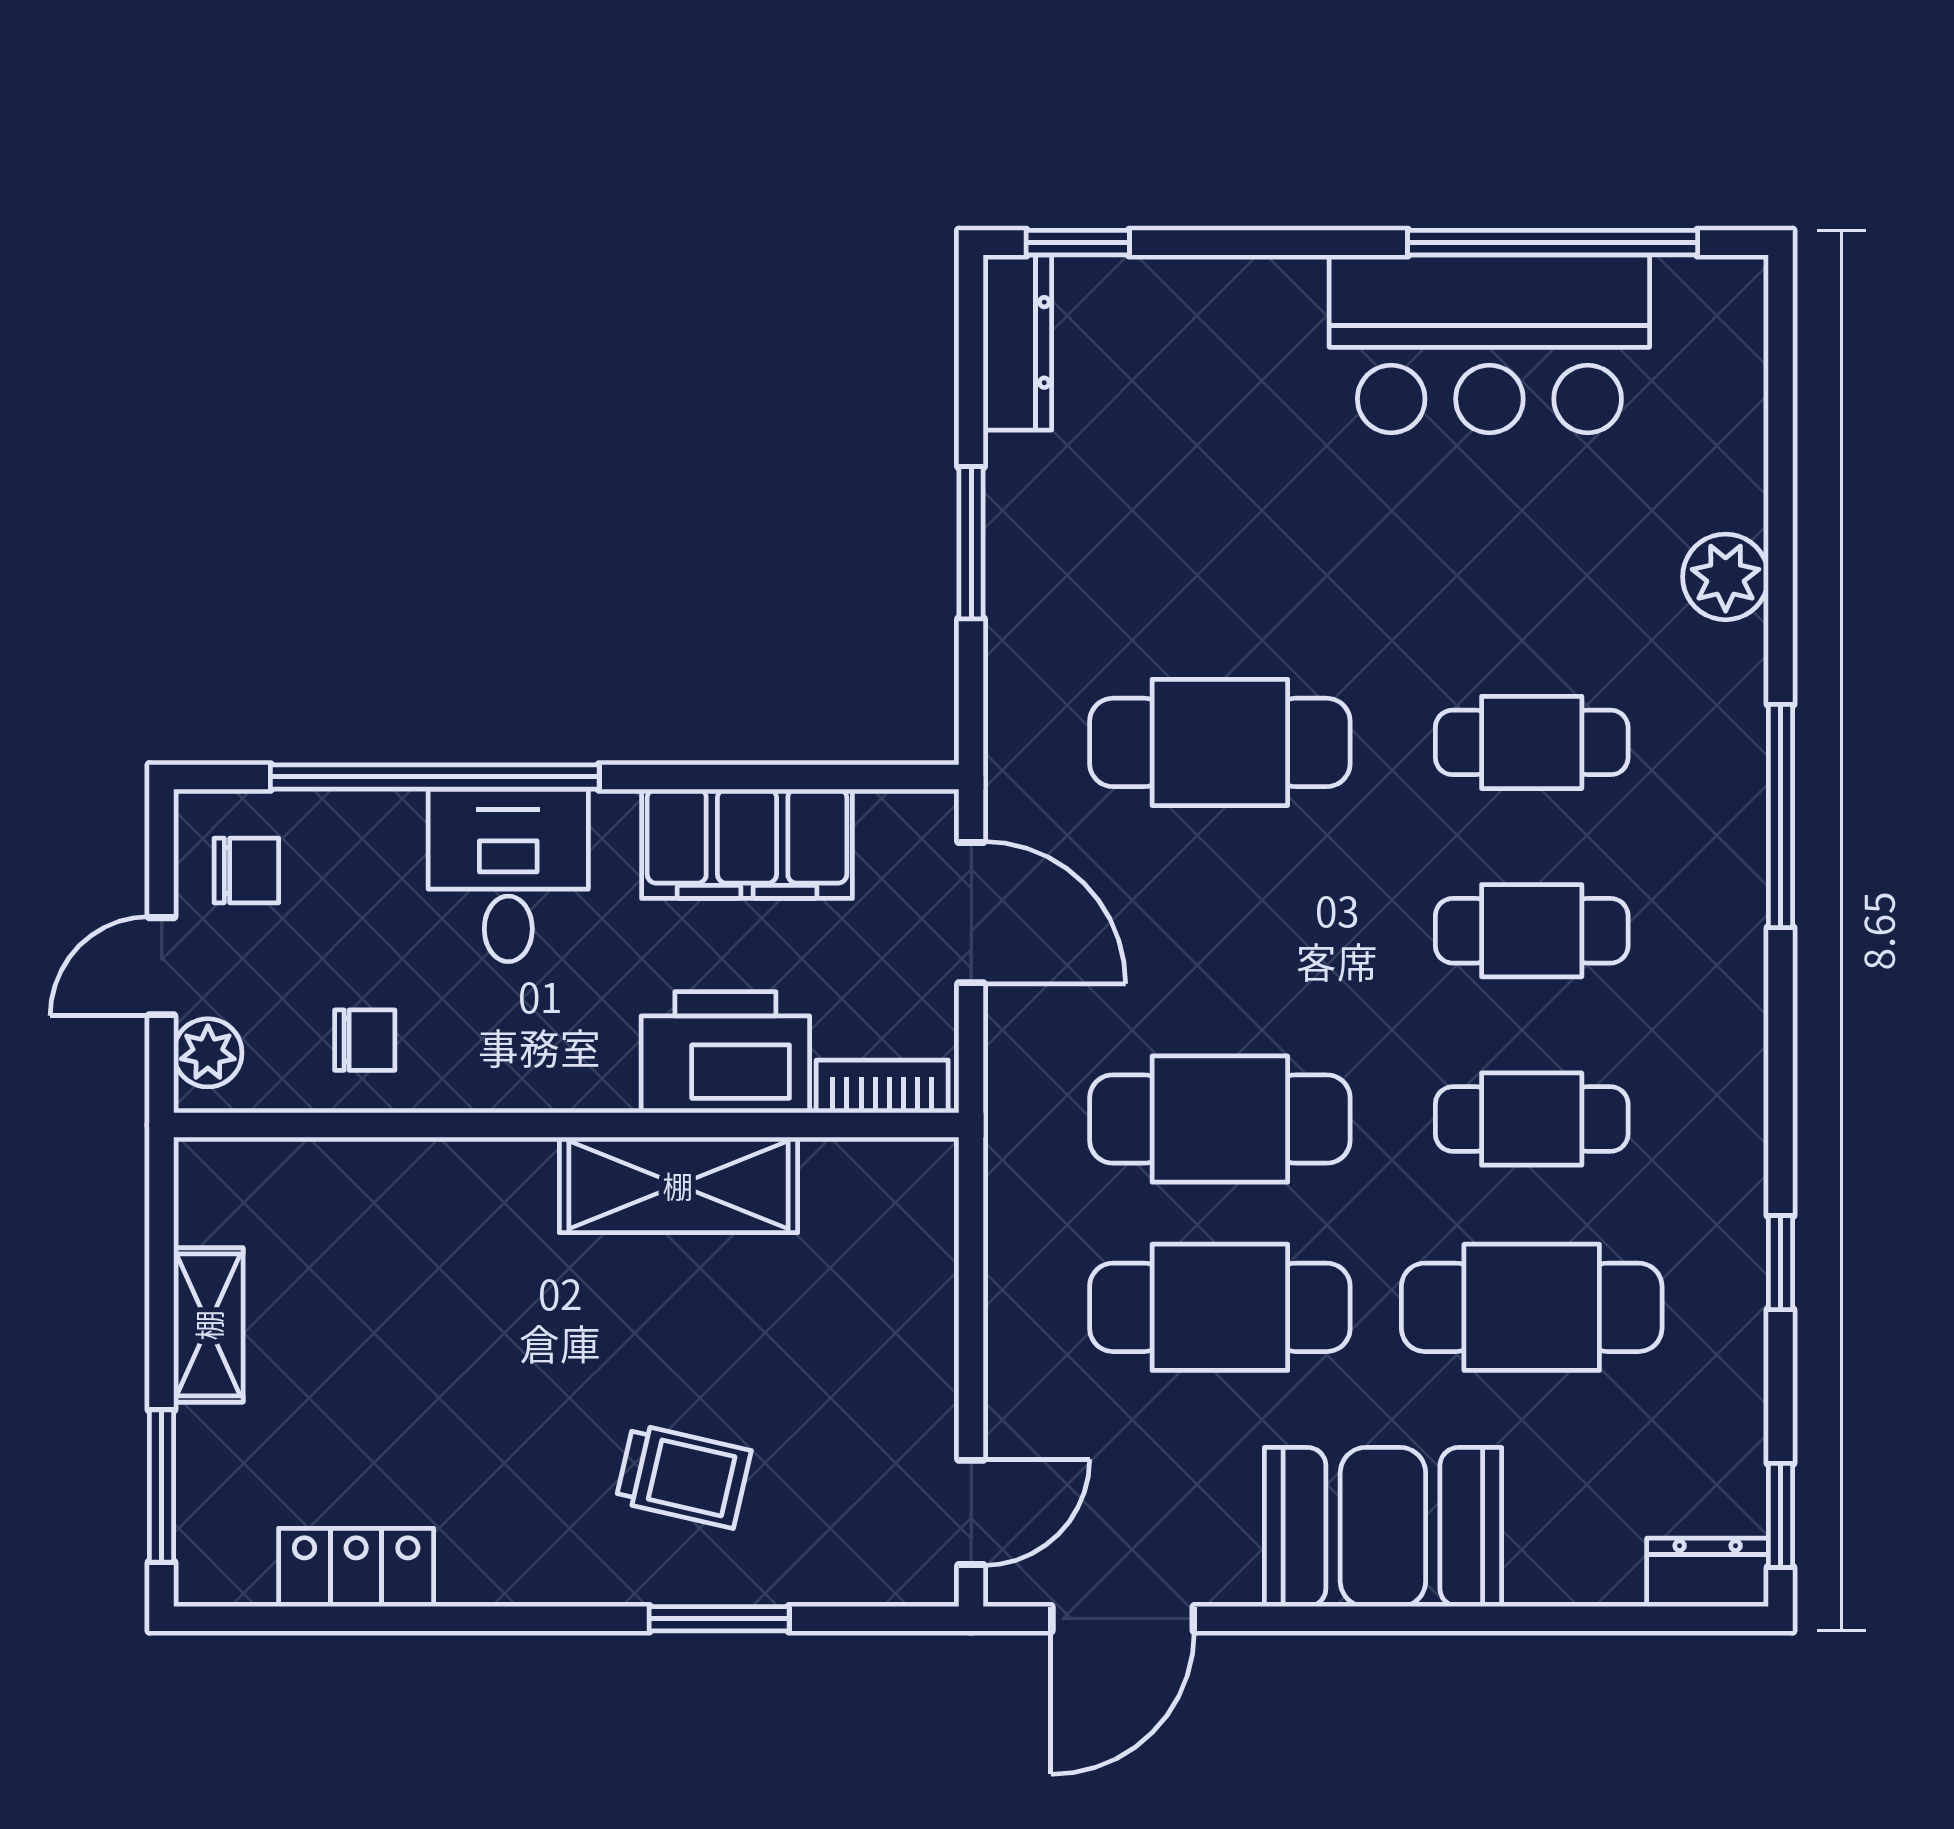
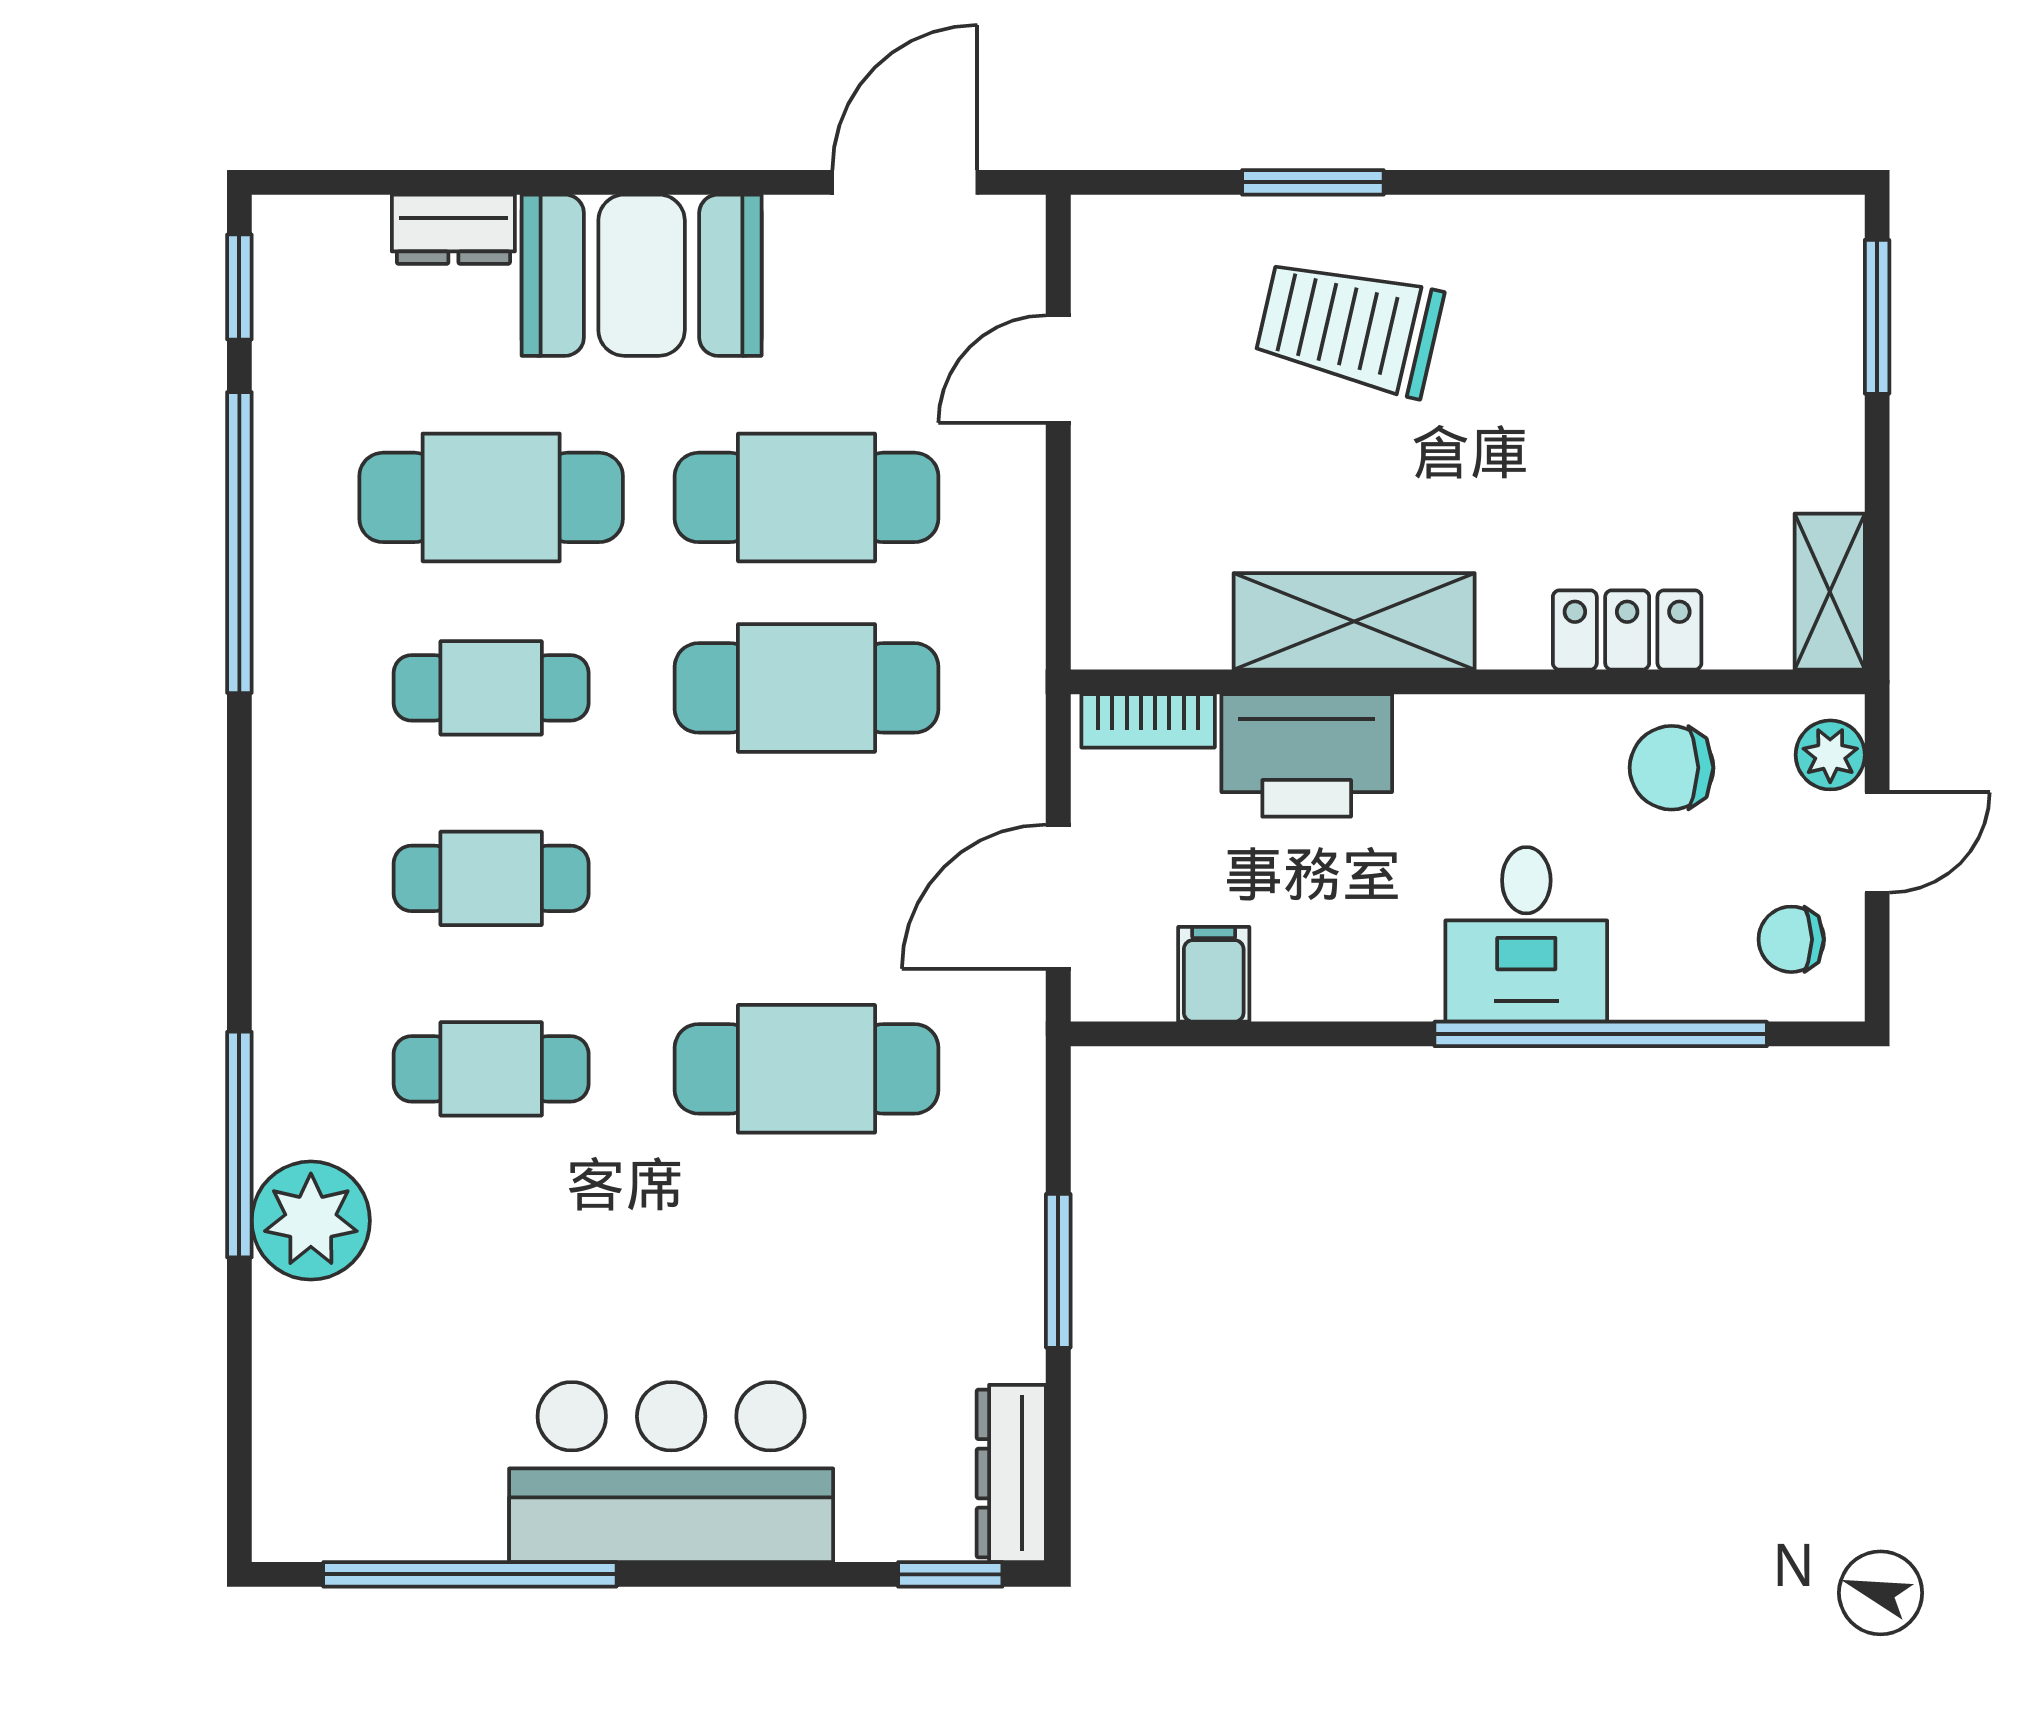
bar counter: (1489, 344) -> (671, 1472), moved
plant: (1726, 577) -> (311, 1221), width x1.36, depth x1.36
window: (1781, 816) -> (239, 1145), moved
filing cabinet: (747, 844) -> (1214, 974), width x0.33, depth x0.86
door: (971, 913) -> (1058, 897), hinge flipped
chair: (365, 1040) -> (1672, 768), width x1.37, depth x1.37
window: (1781, 1263) -> (239, 543), width x3.17
shelving: (208, 1325) -> (1830, 592), moved
trolley: (683, 1476) -> (1349, 327), width x1.36, depth x1.39
door: (971, 1512) -> (1058, 369), moved
locker: (356, 1567) -> (1627, 630), moved, turned 180
dresser: (1708, 1572) -> (453, 229), moved

